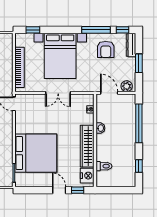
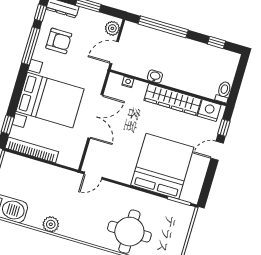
bookcase: (19, 67) -> (32, 150), moved
double door: (58, 93) -> (95, 116), width x1.37
toilet: (104, 166) -> (224, 92), moved

